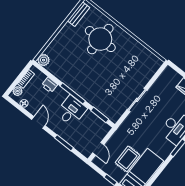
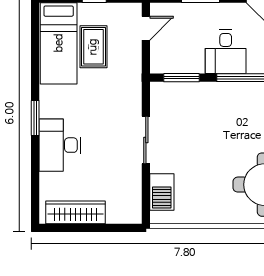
barbecue: (148, 72) -> (162, 192), added
door: (98, 149) -> (146, 28), swing flipped

